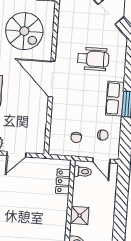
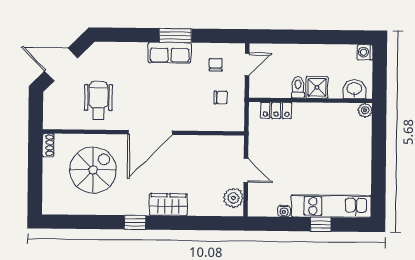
wheelchair: (93, 59) -> (98, 101), moved
toilet: (83, 172) -> (298, 87), moved

